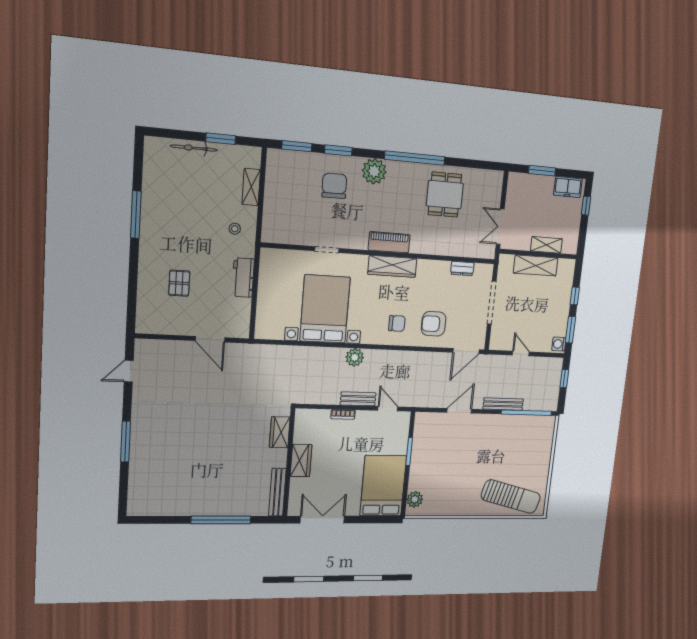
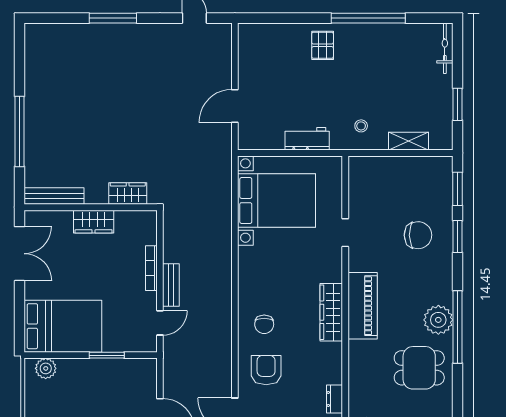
bicycle: (194, 148) -> (445, 48), moved
plant: (374, 171) -> (438, 320), moved
window: (136, 215) -> (368, 18), width x1.46
piano: (389, 242) -> (363, 306), width x1.37, depth x1.33
pallet: (179, 283) -> (323, 45), moved, turned 90
bed with nightstands: (325, 309) -> (277, 201), moved
plant: (355, 357) -> (221, 276), removed
bookcase: (343, 414) -> (151, 268), width x1.56

